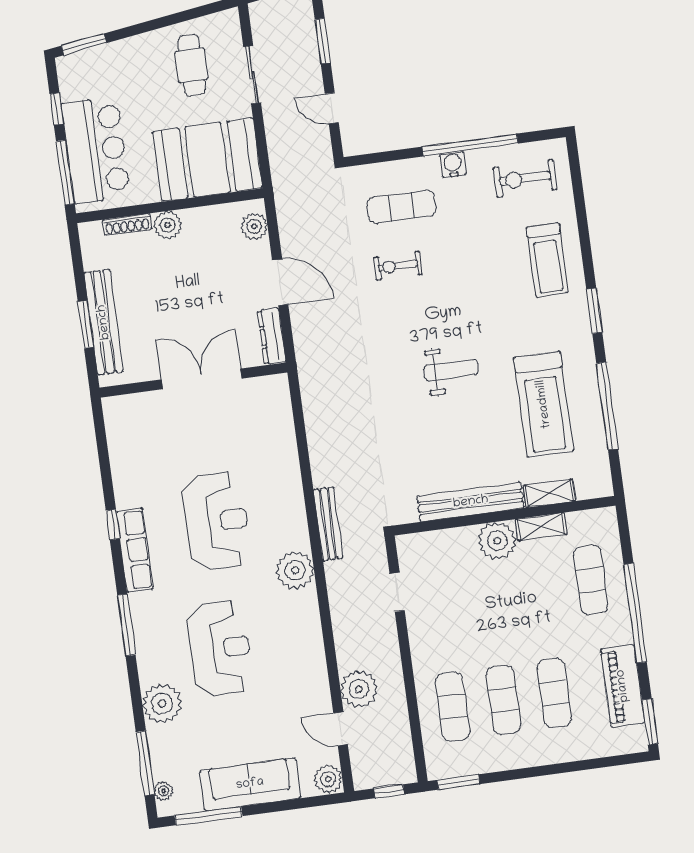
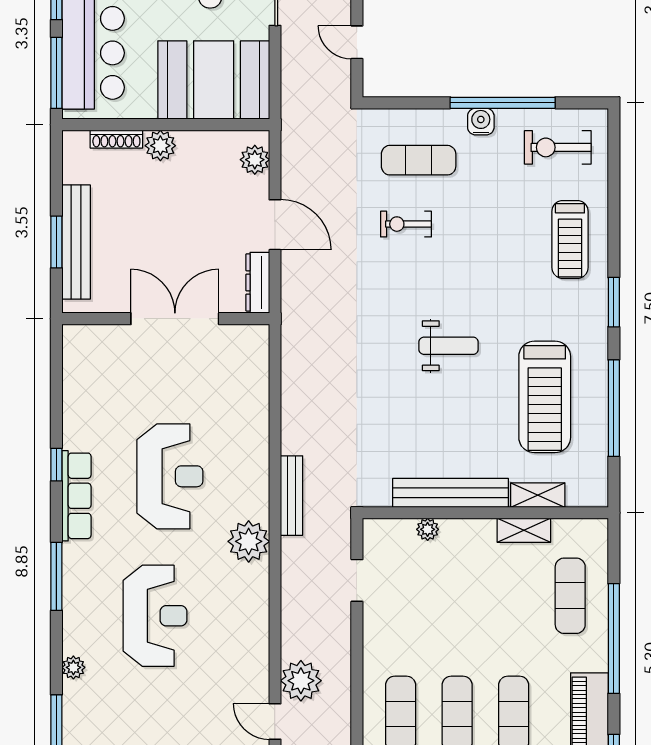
plant: (497, 541) -> (428, 529), moved, width x0.53, depth x0.53
plant: (162, 704) -> (73, 667), width x0.53, depth x0.53

